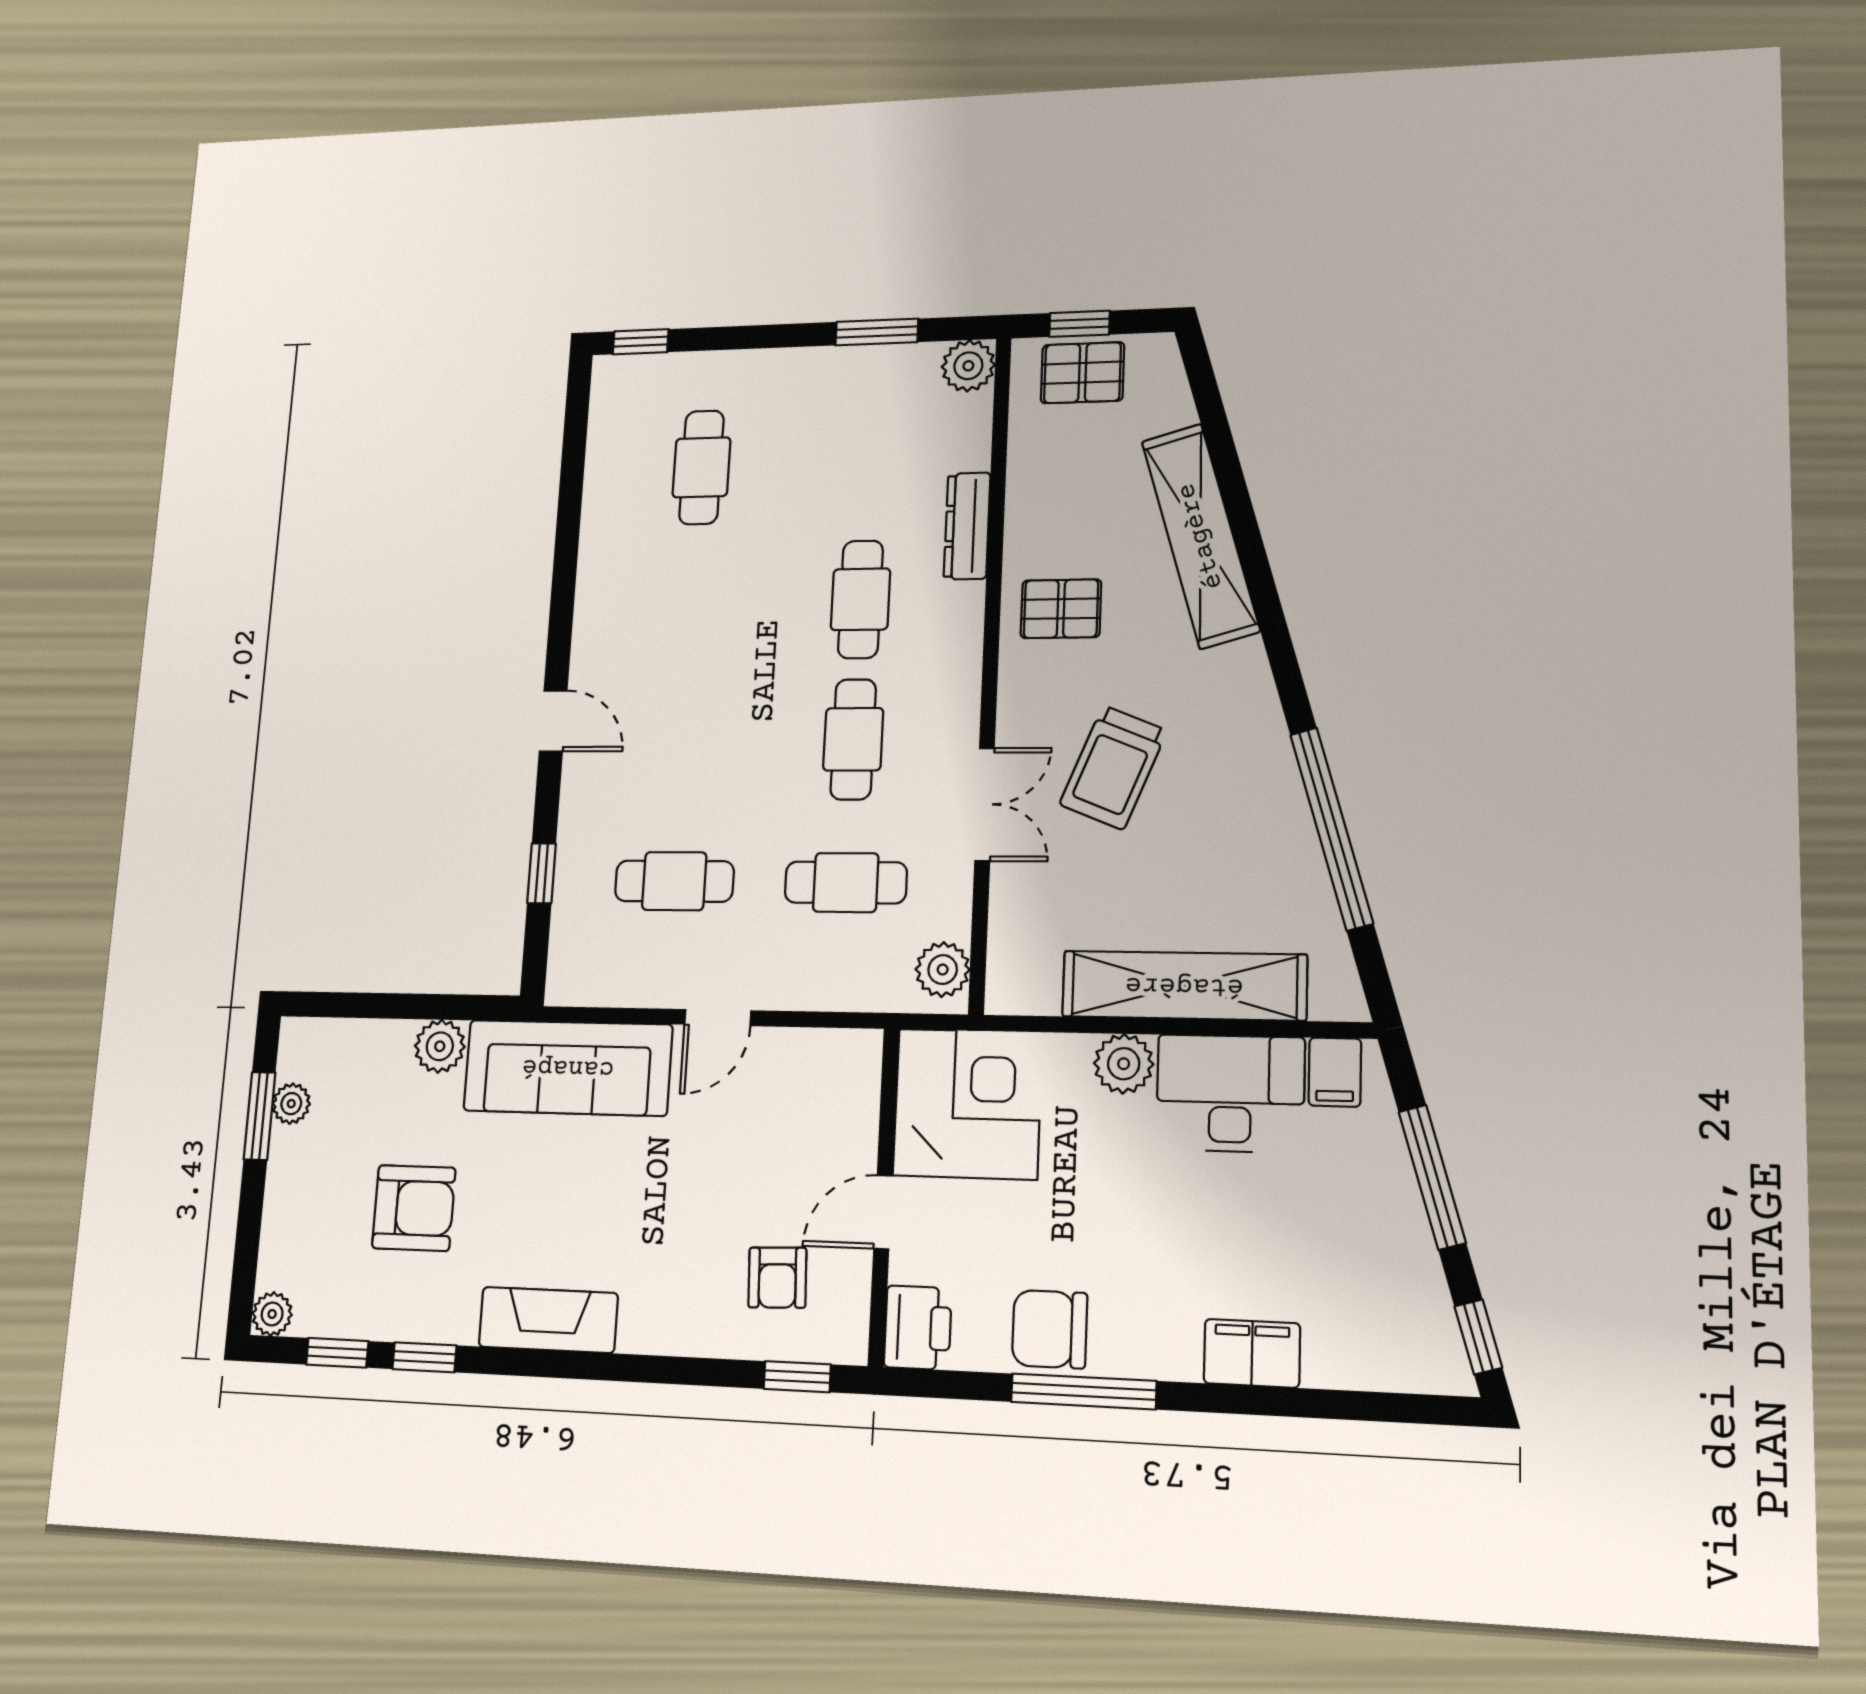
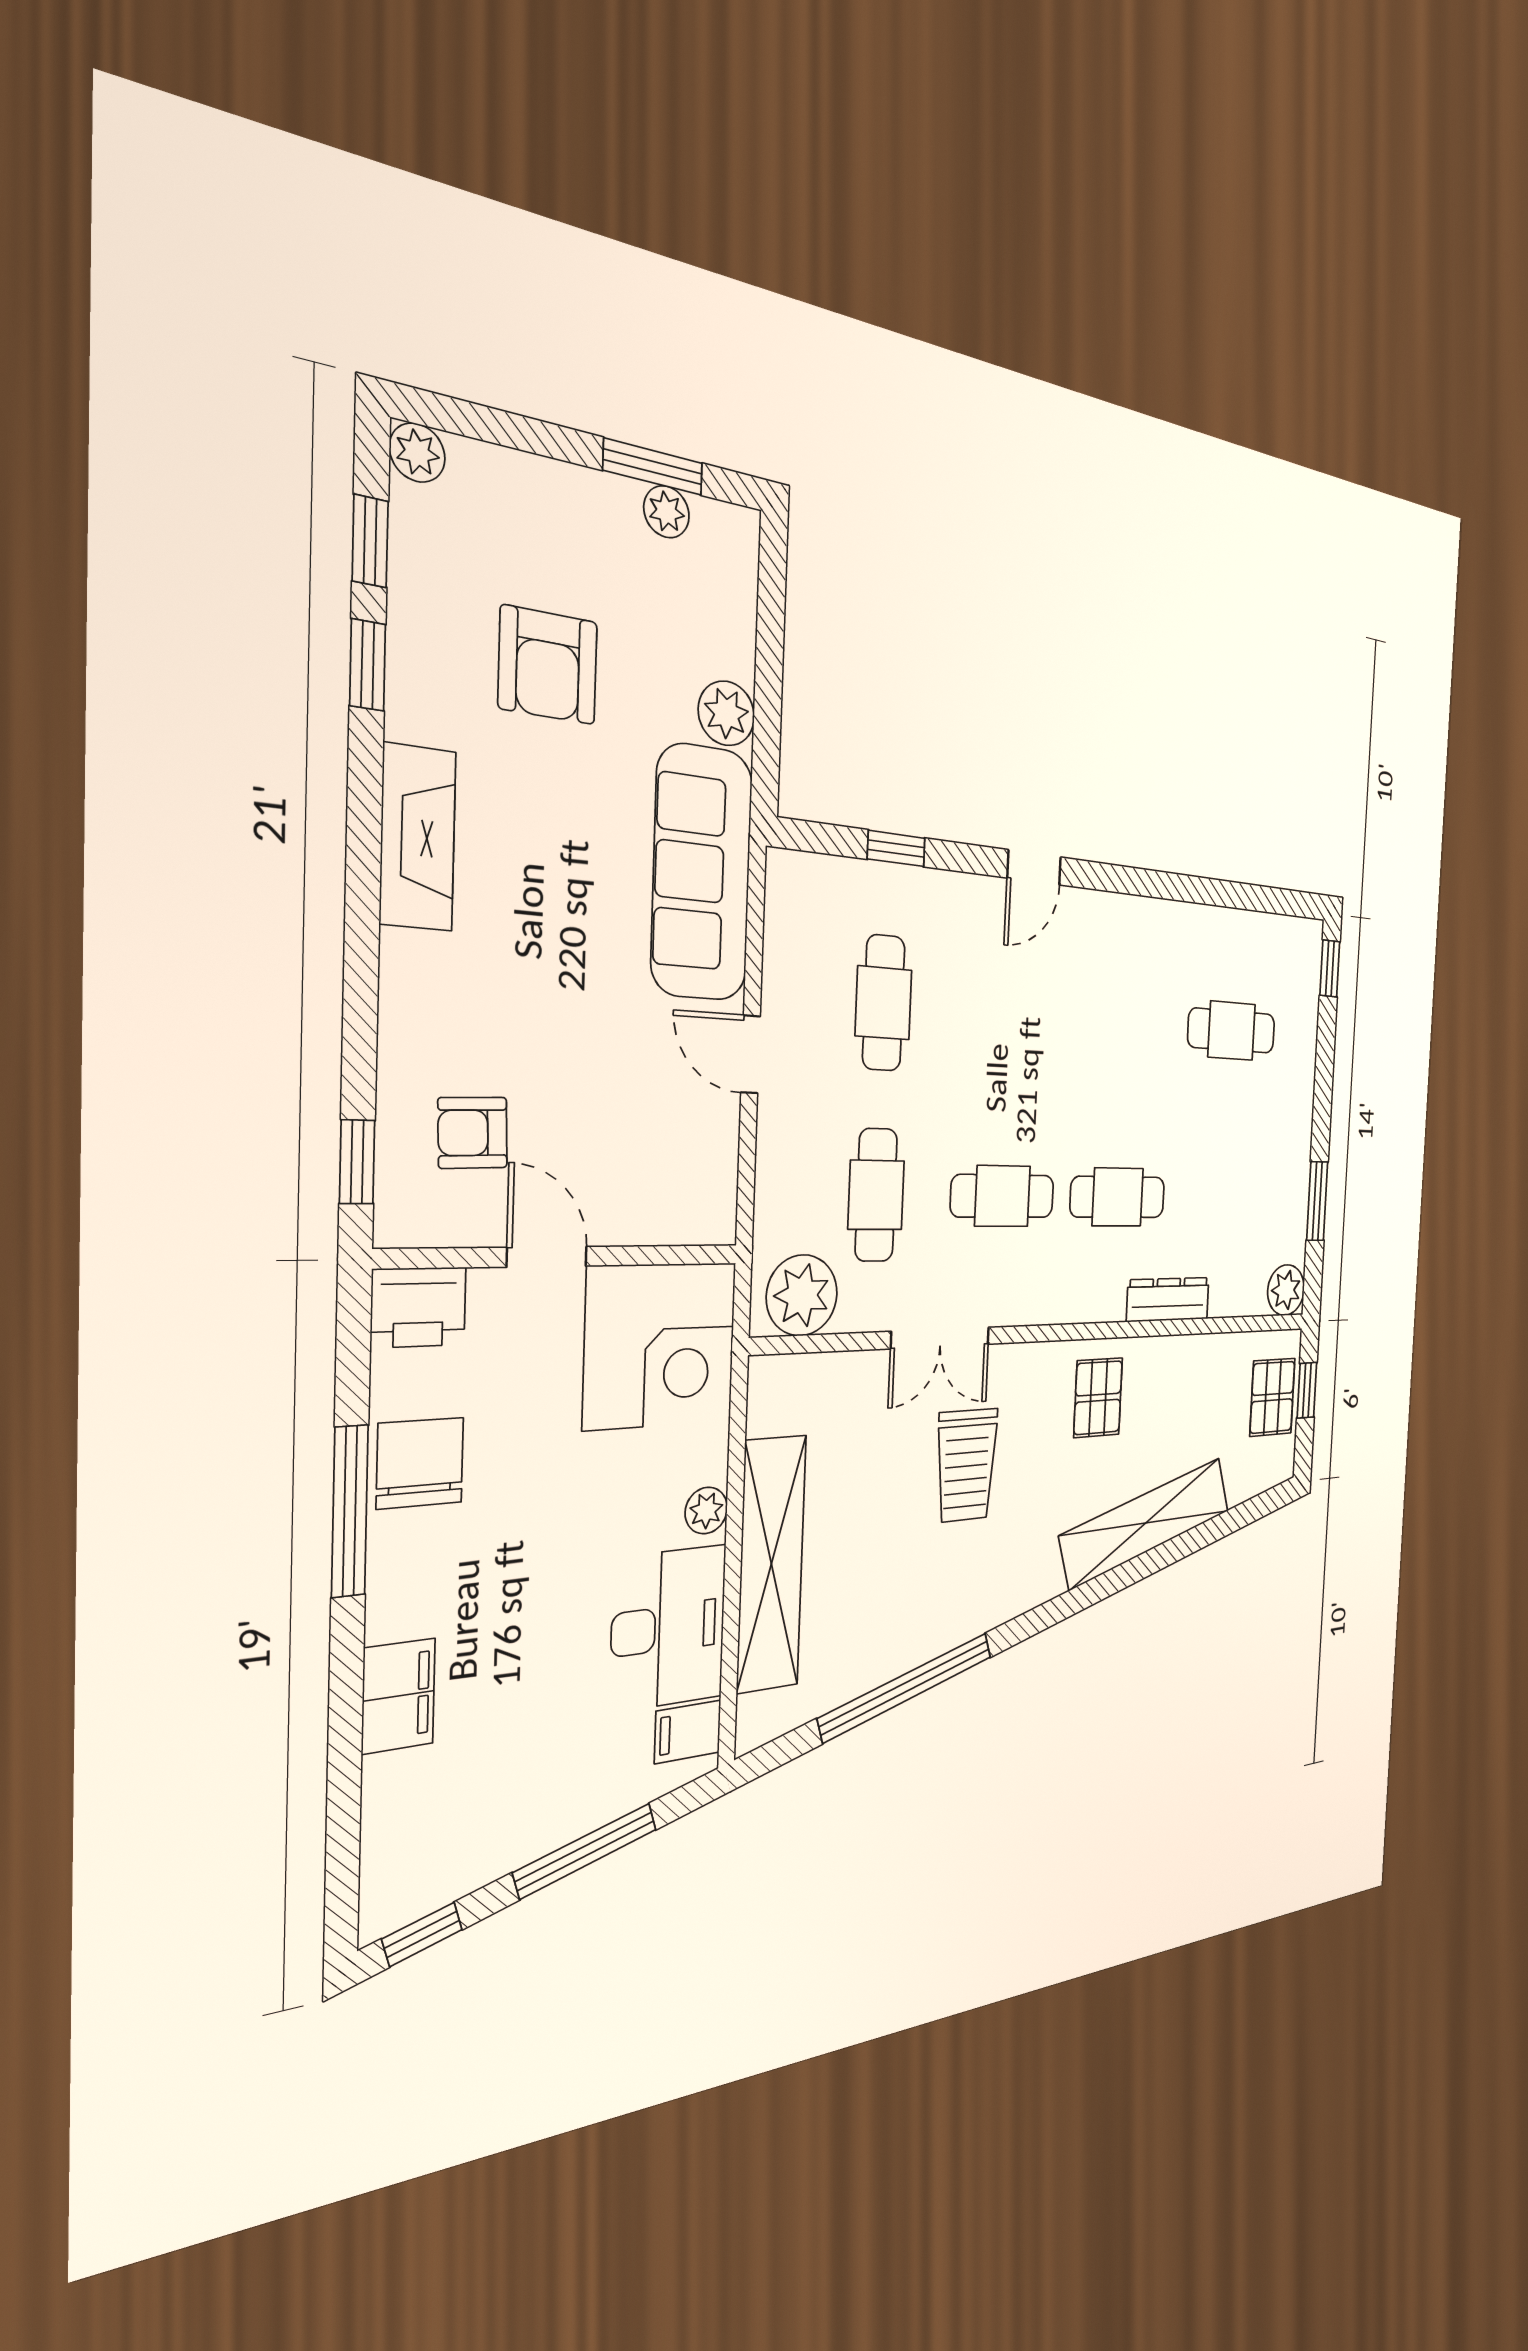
trolley: (1113, 767) -> (966, 1465), turned -112
plant: (943, 970) -> (802, 1295), width x1.36, depth x1.36
plant: (1124, 1064) -> (706, 1511), width x0.73, depth x0.73

